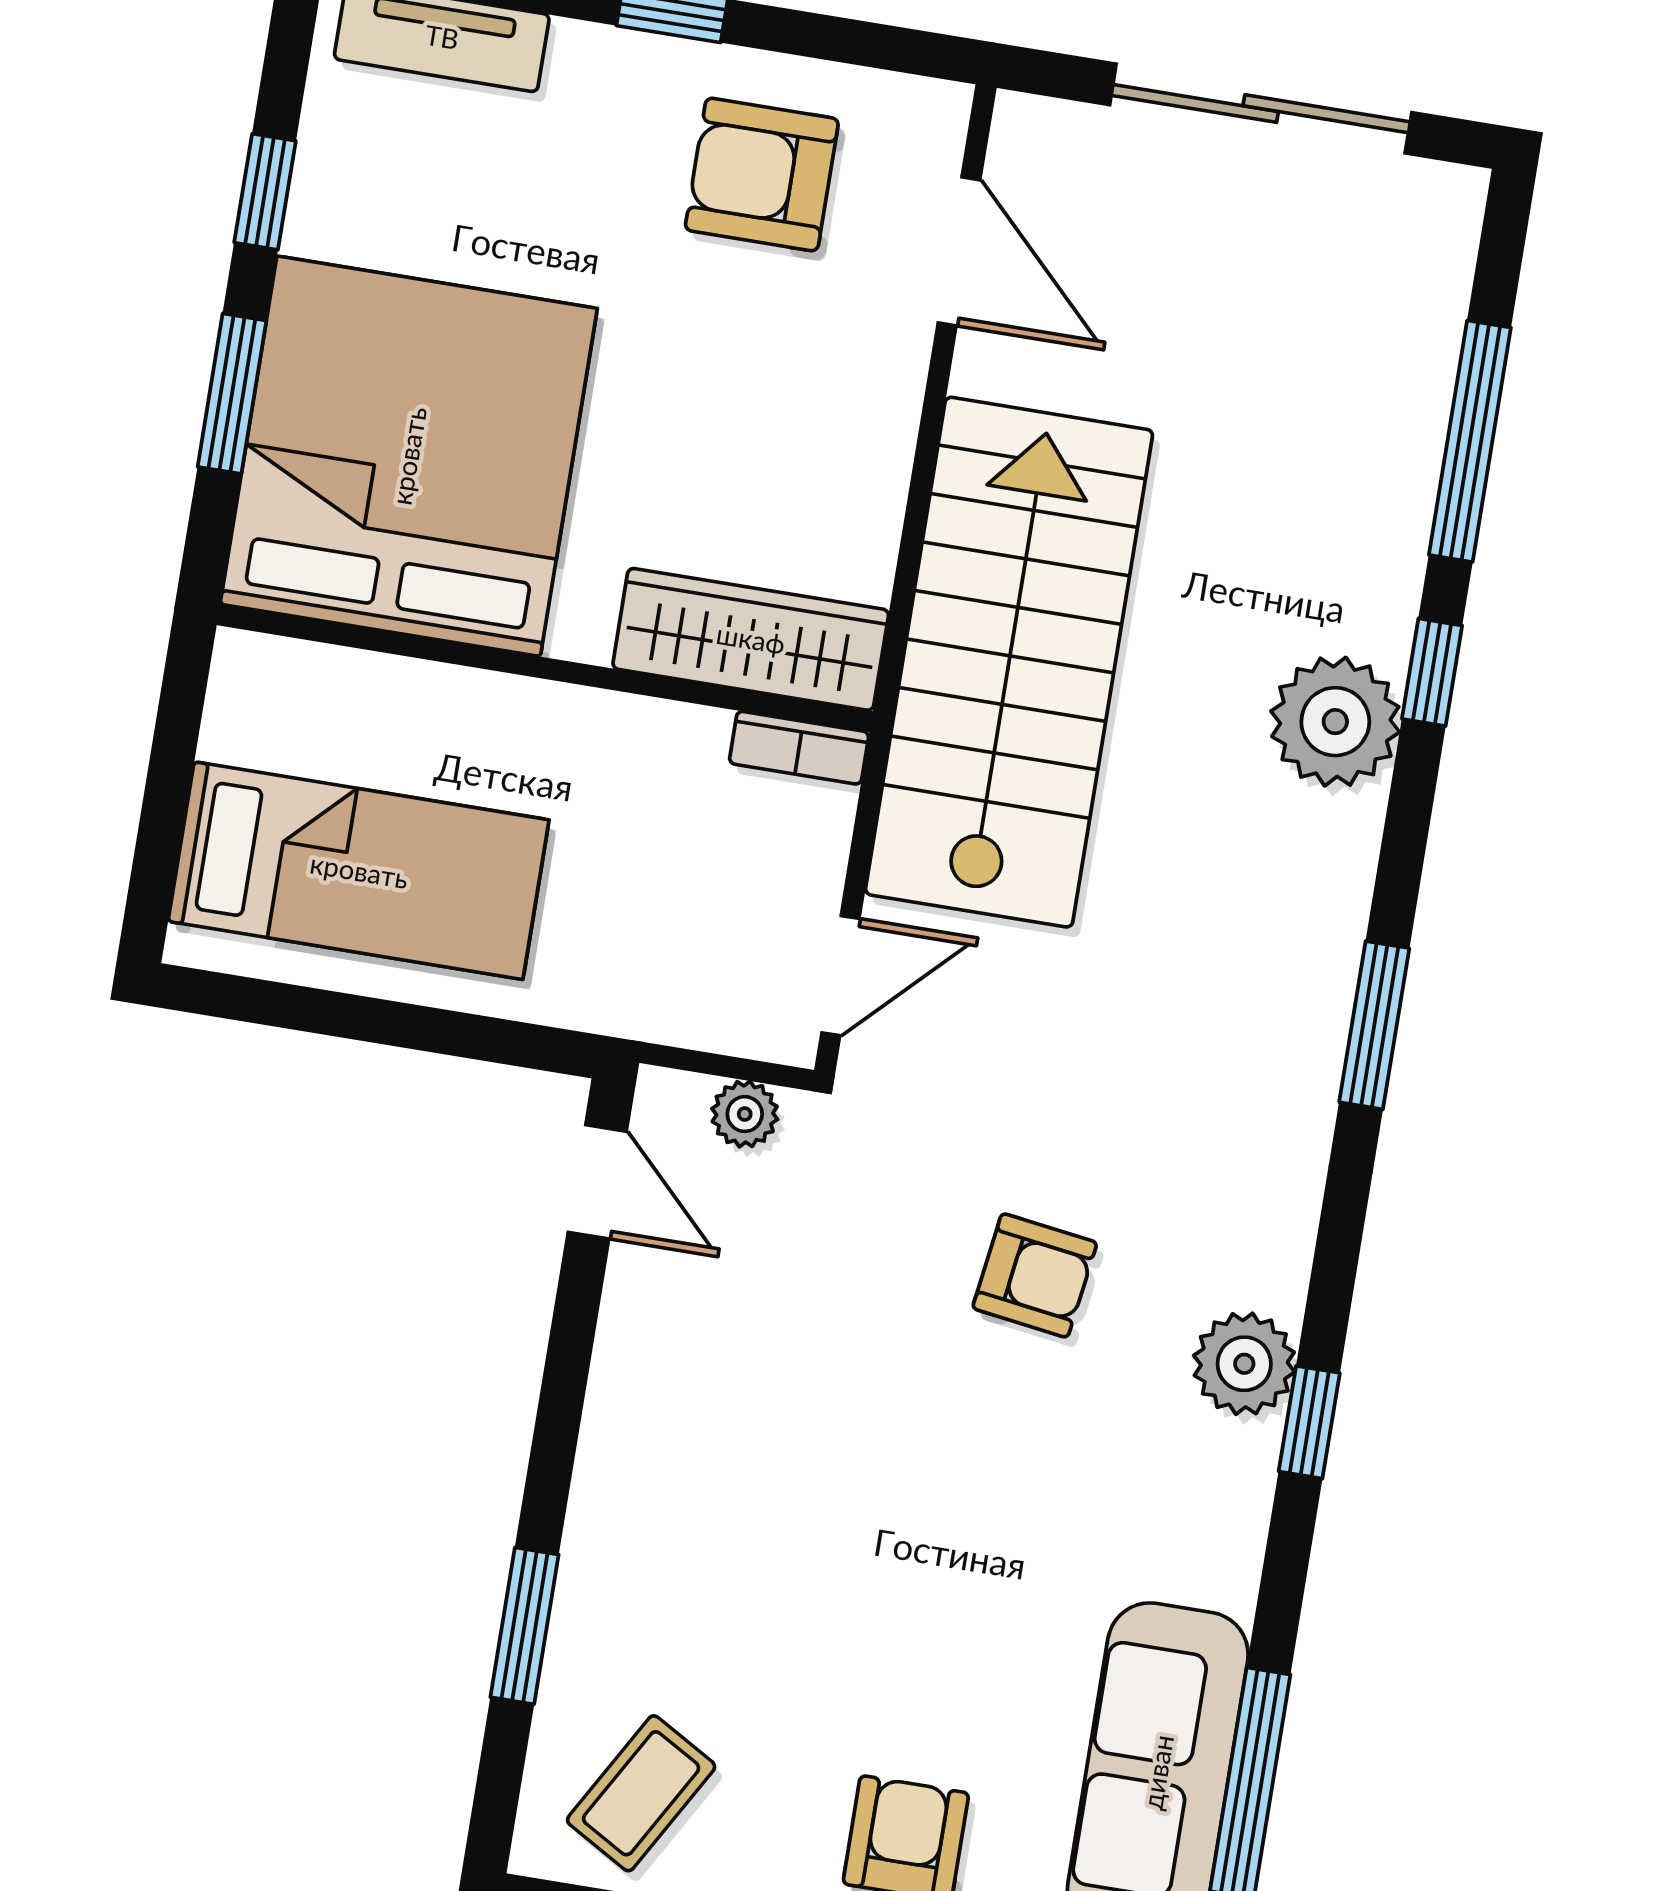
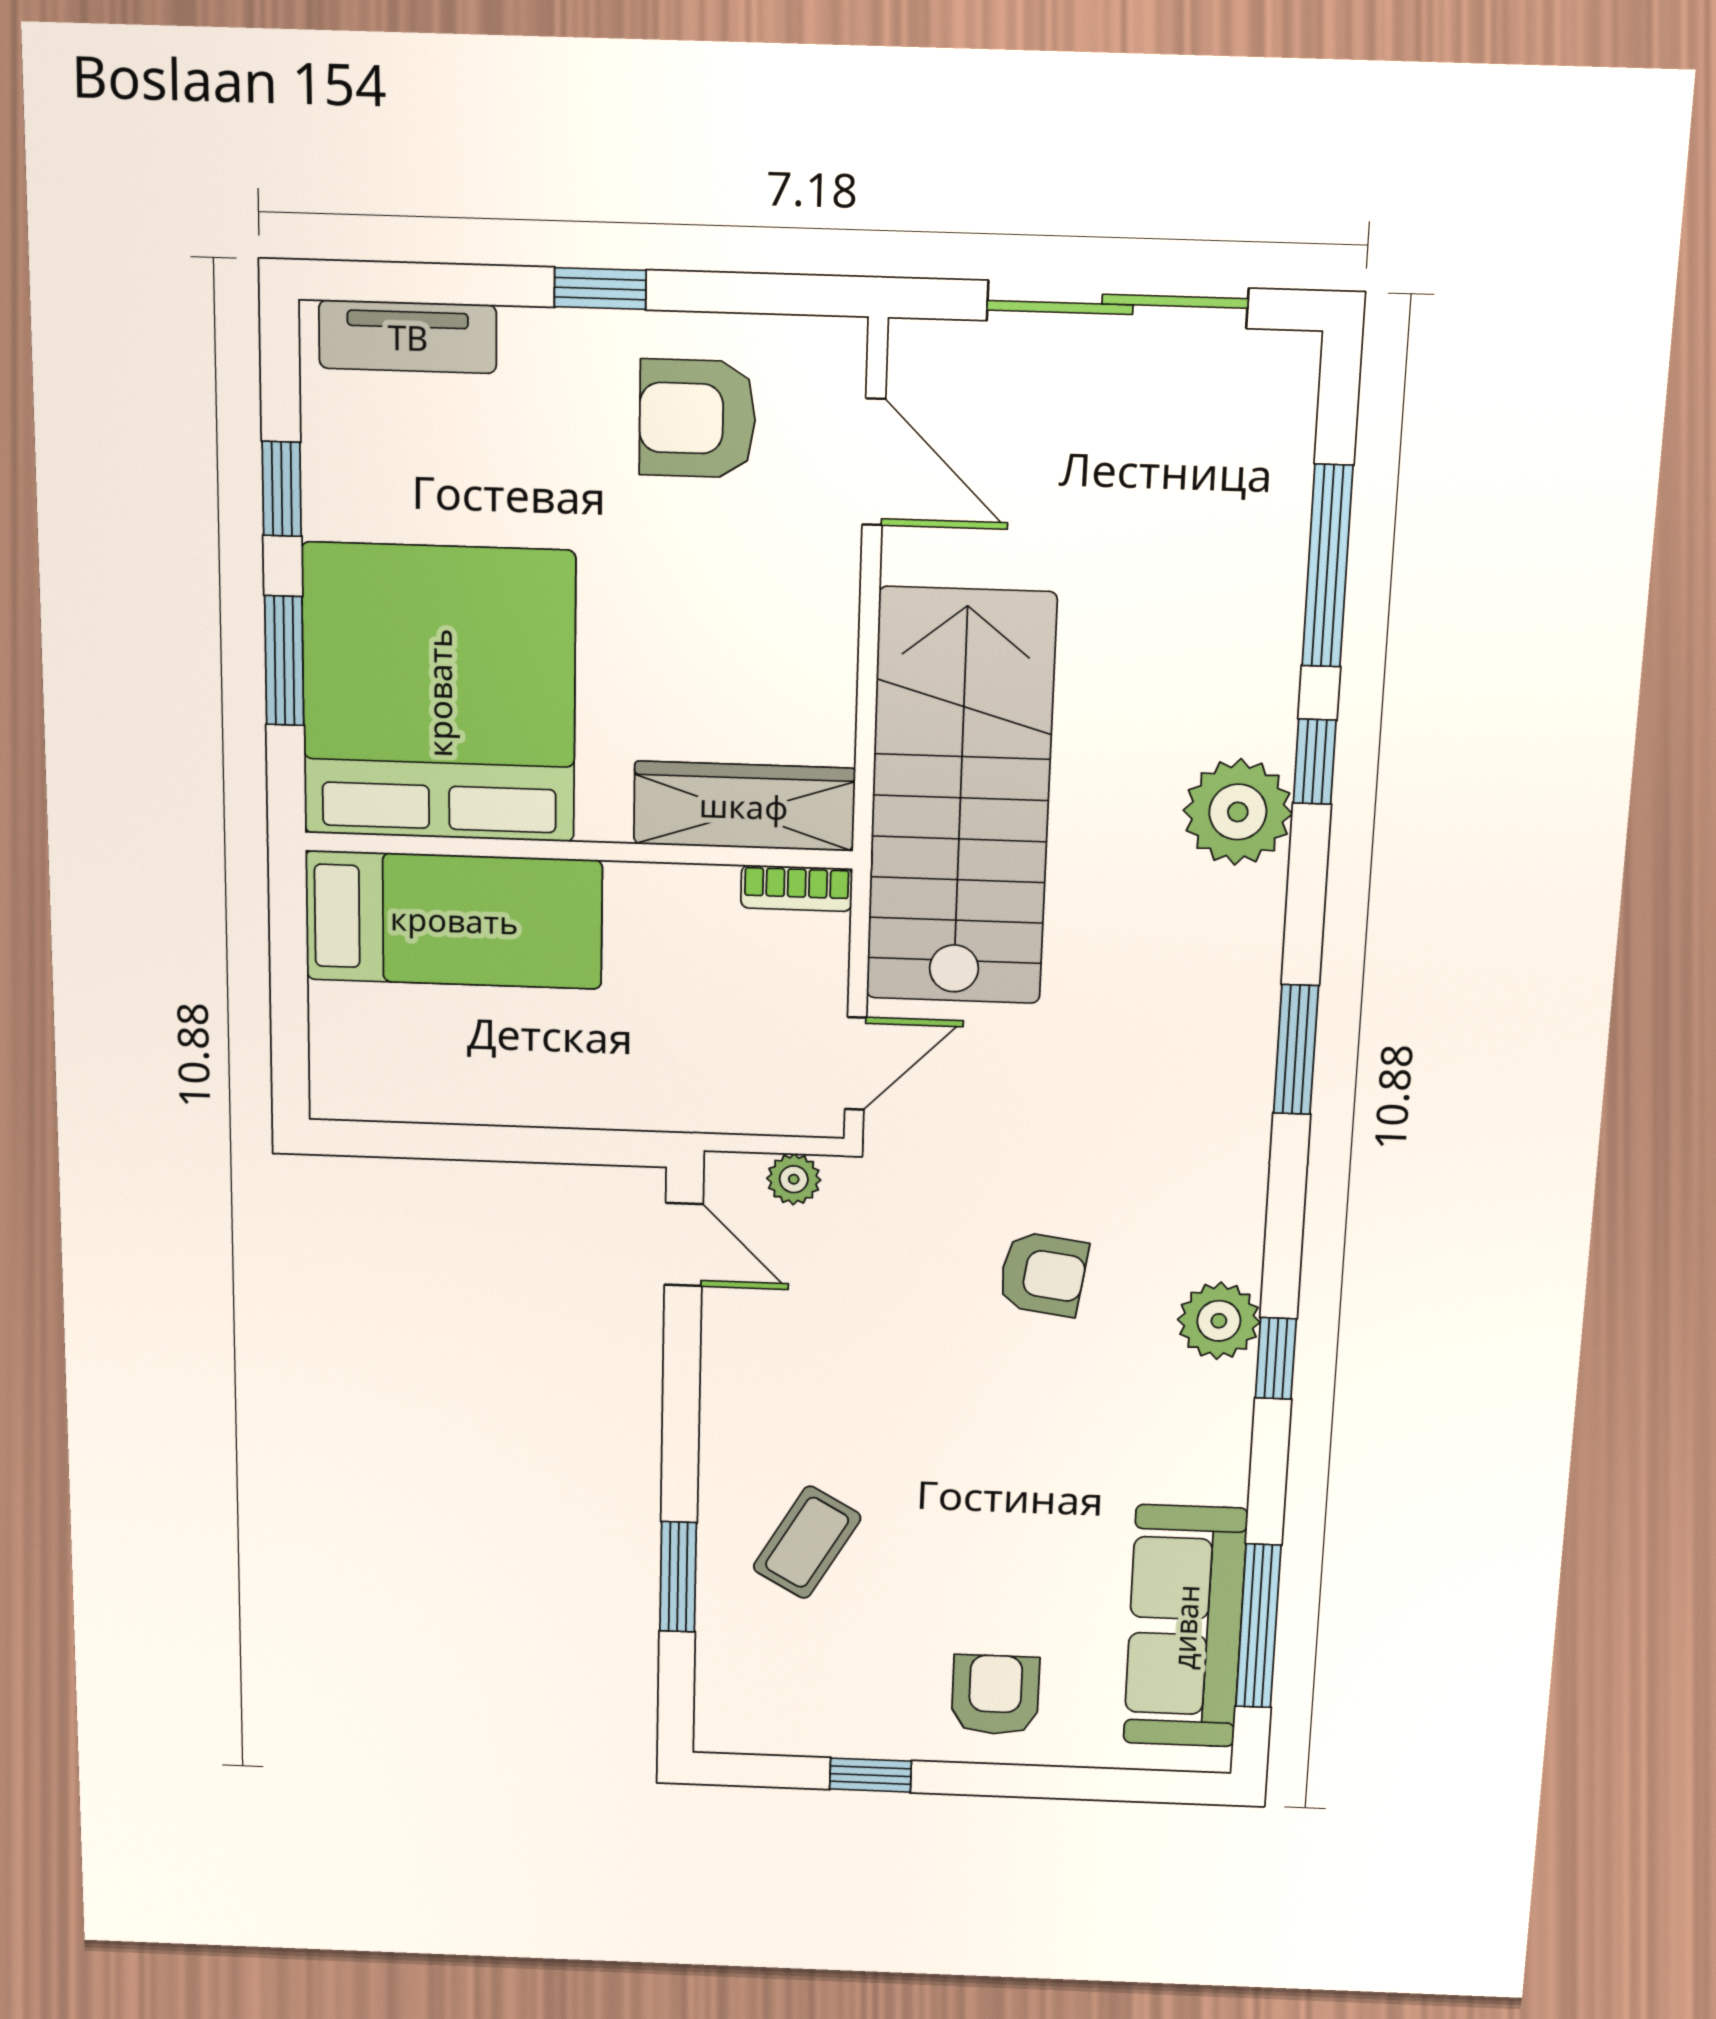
bed: (359, 871) -> (454, 920), moved
coffee table: (641, 1793) -> (807, 1542), moved

